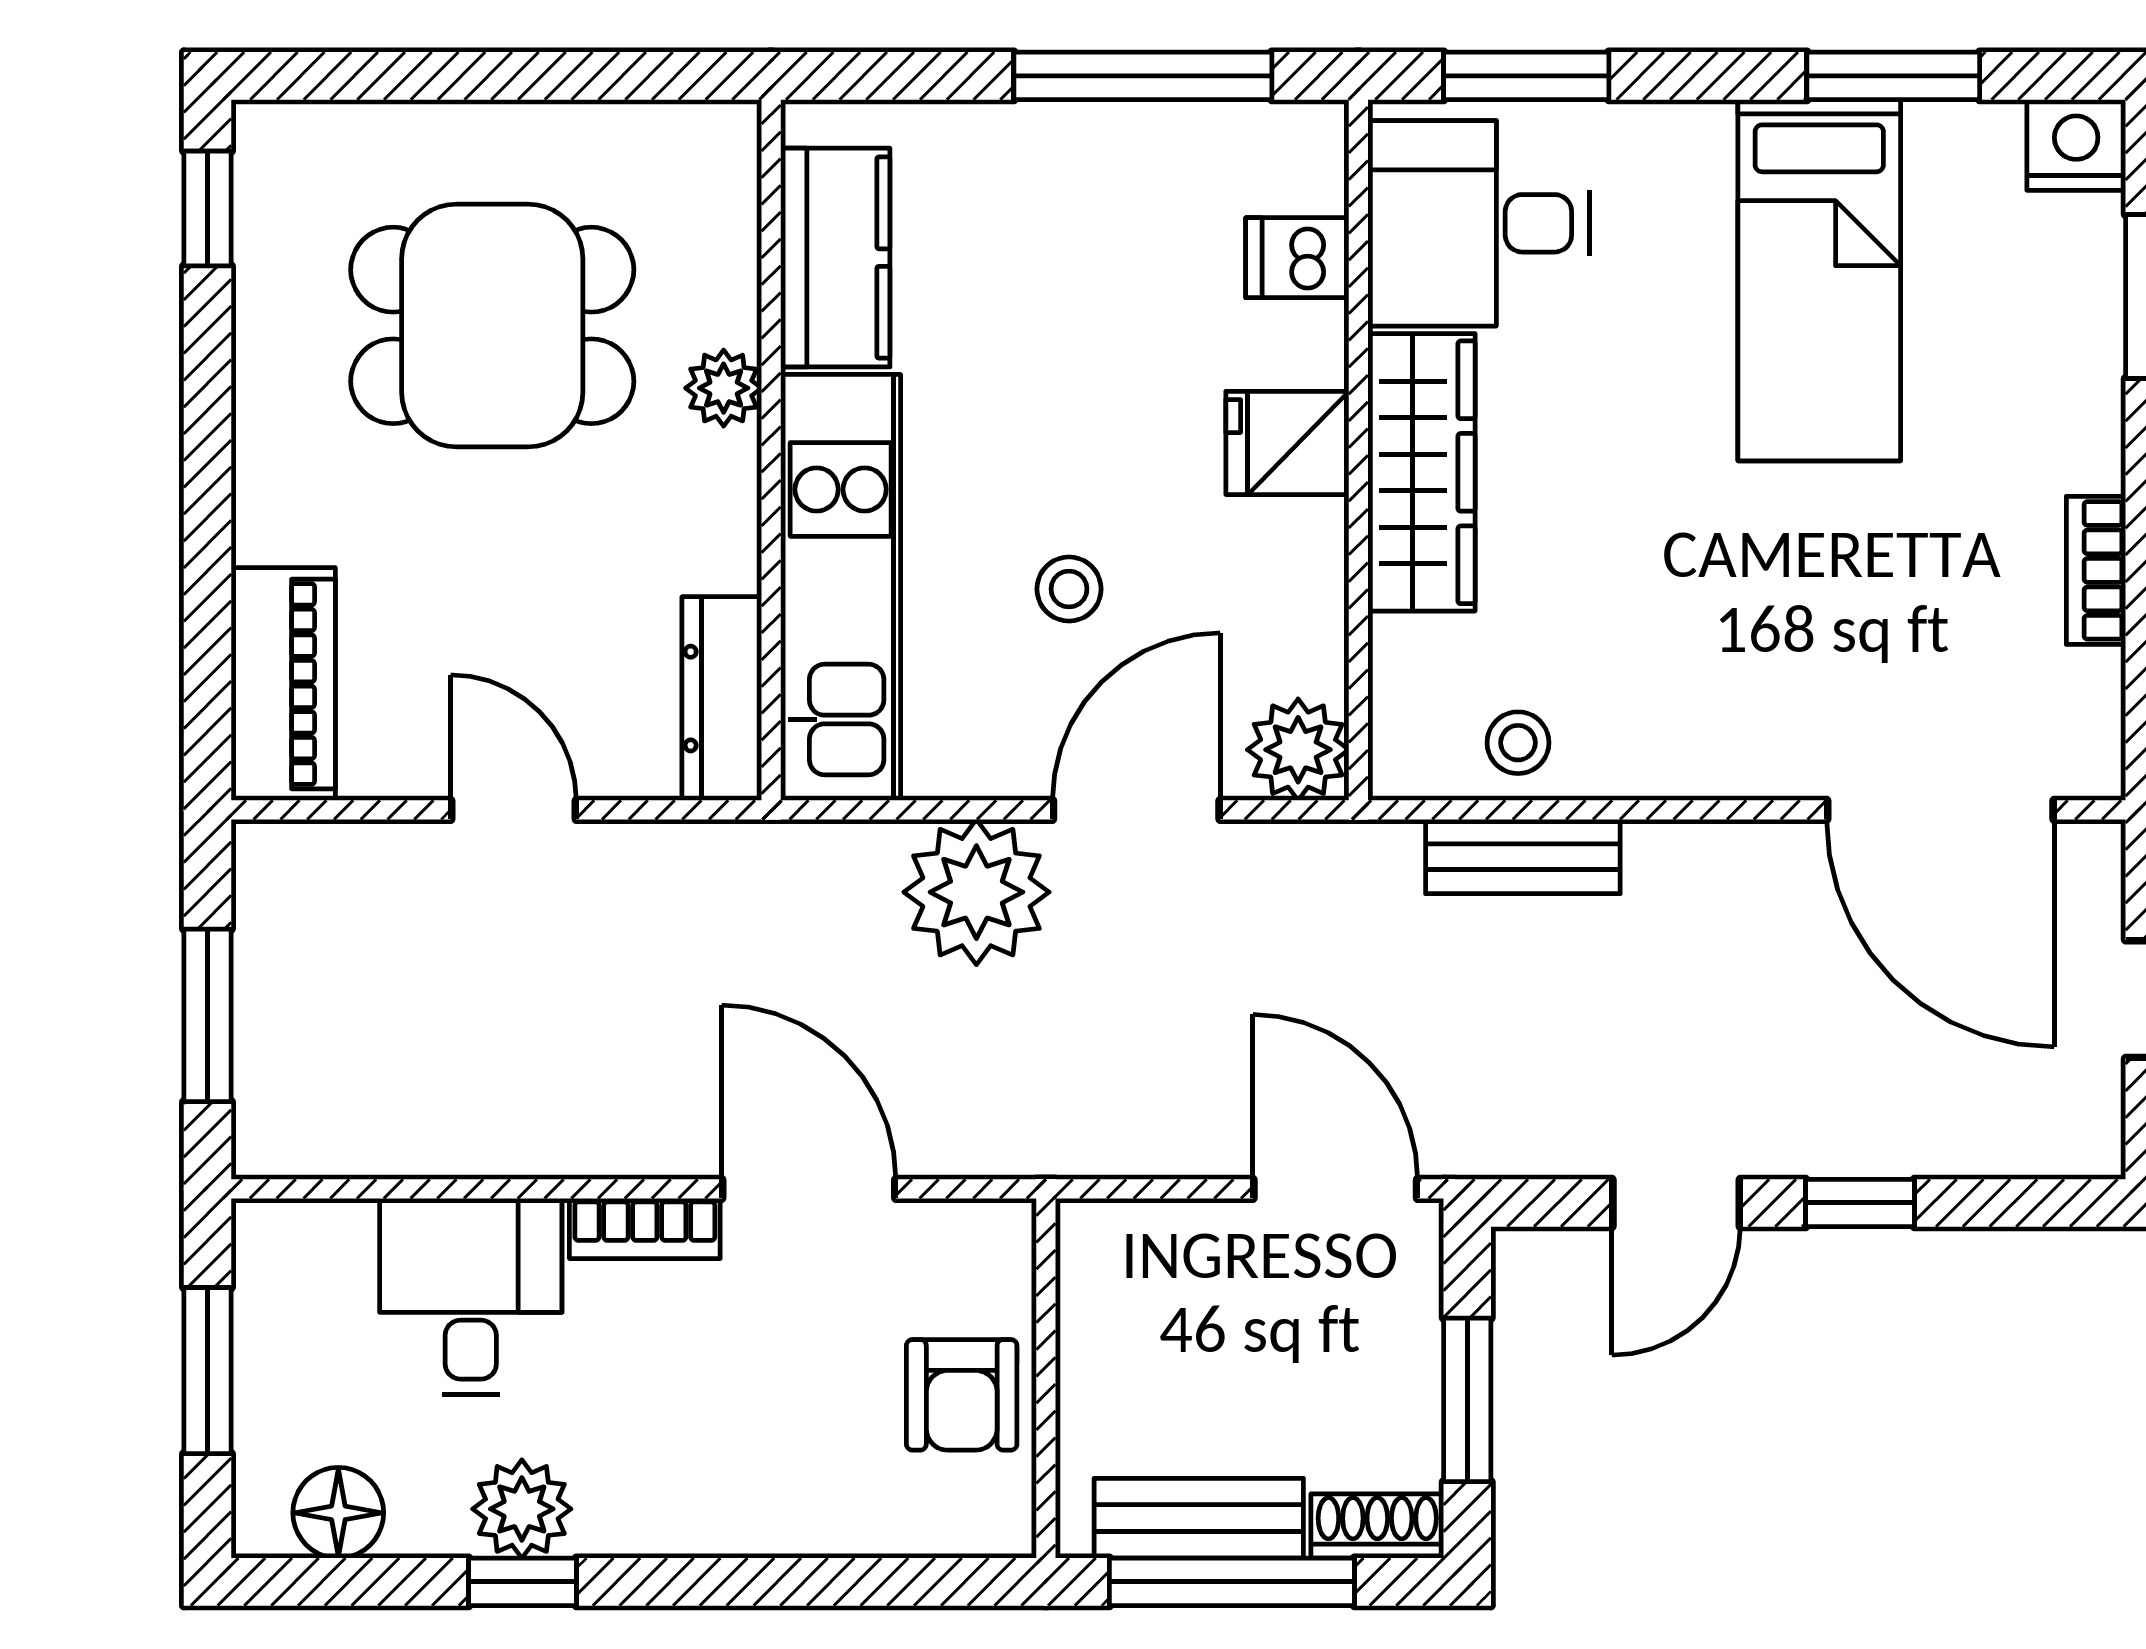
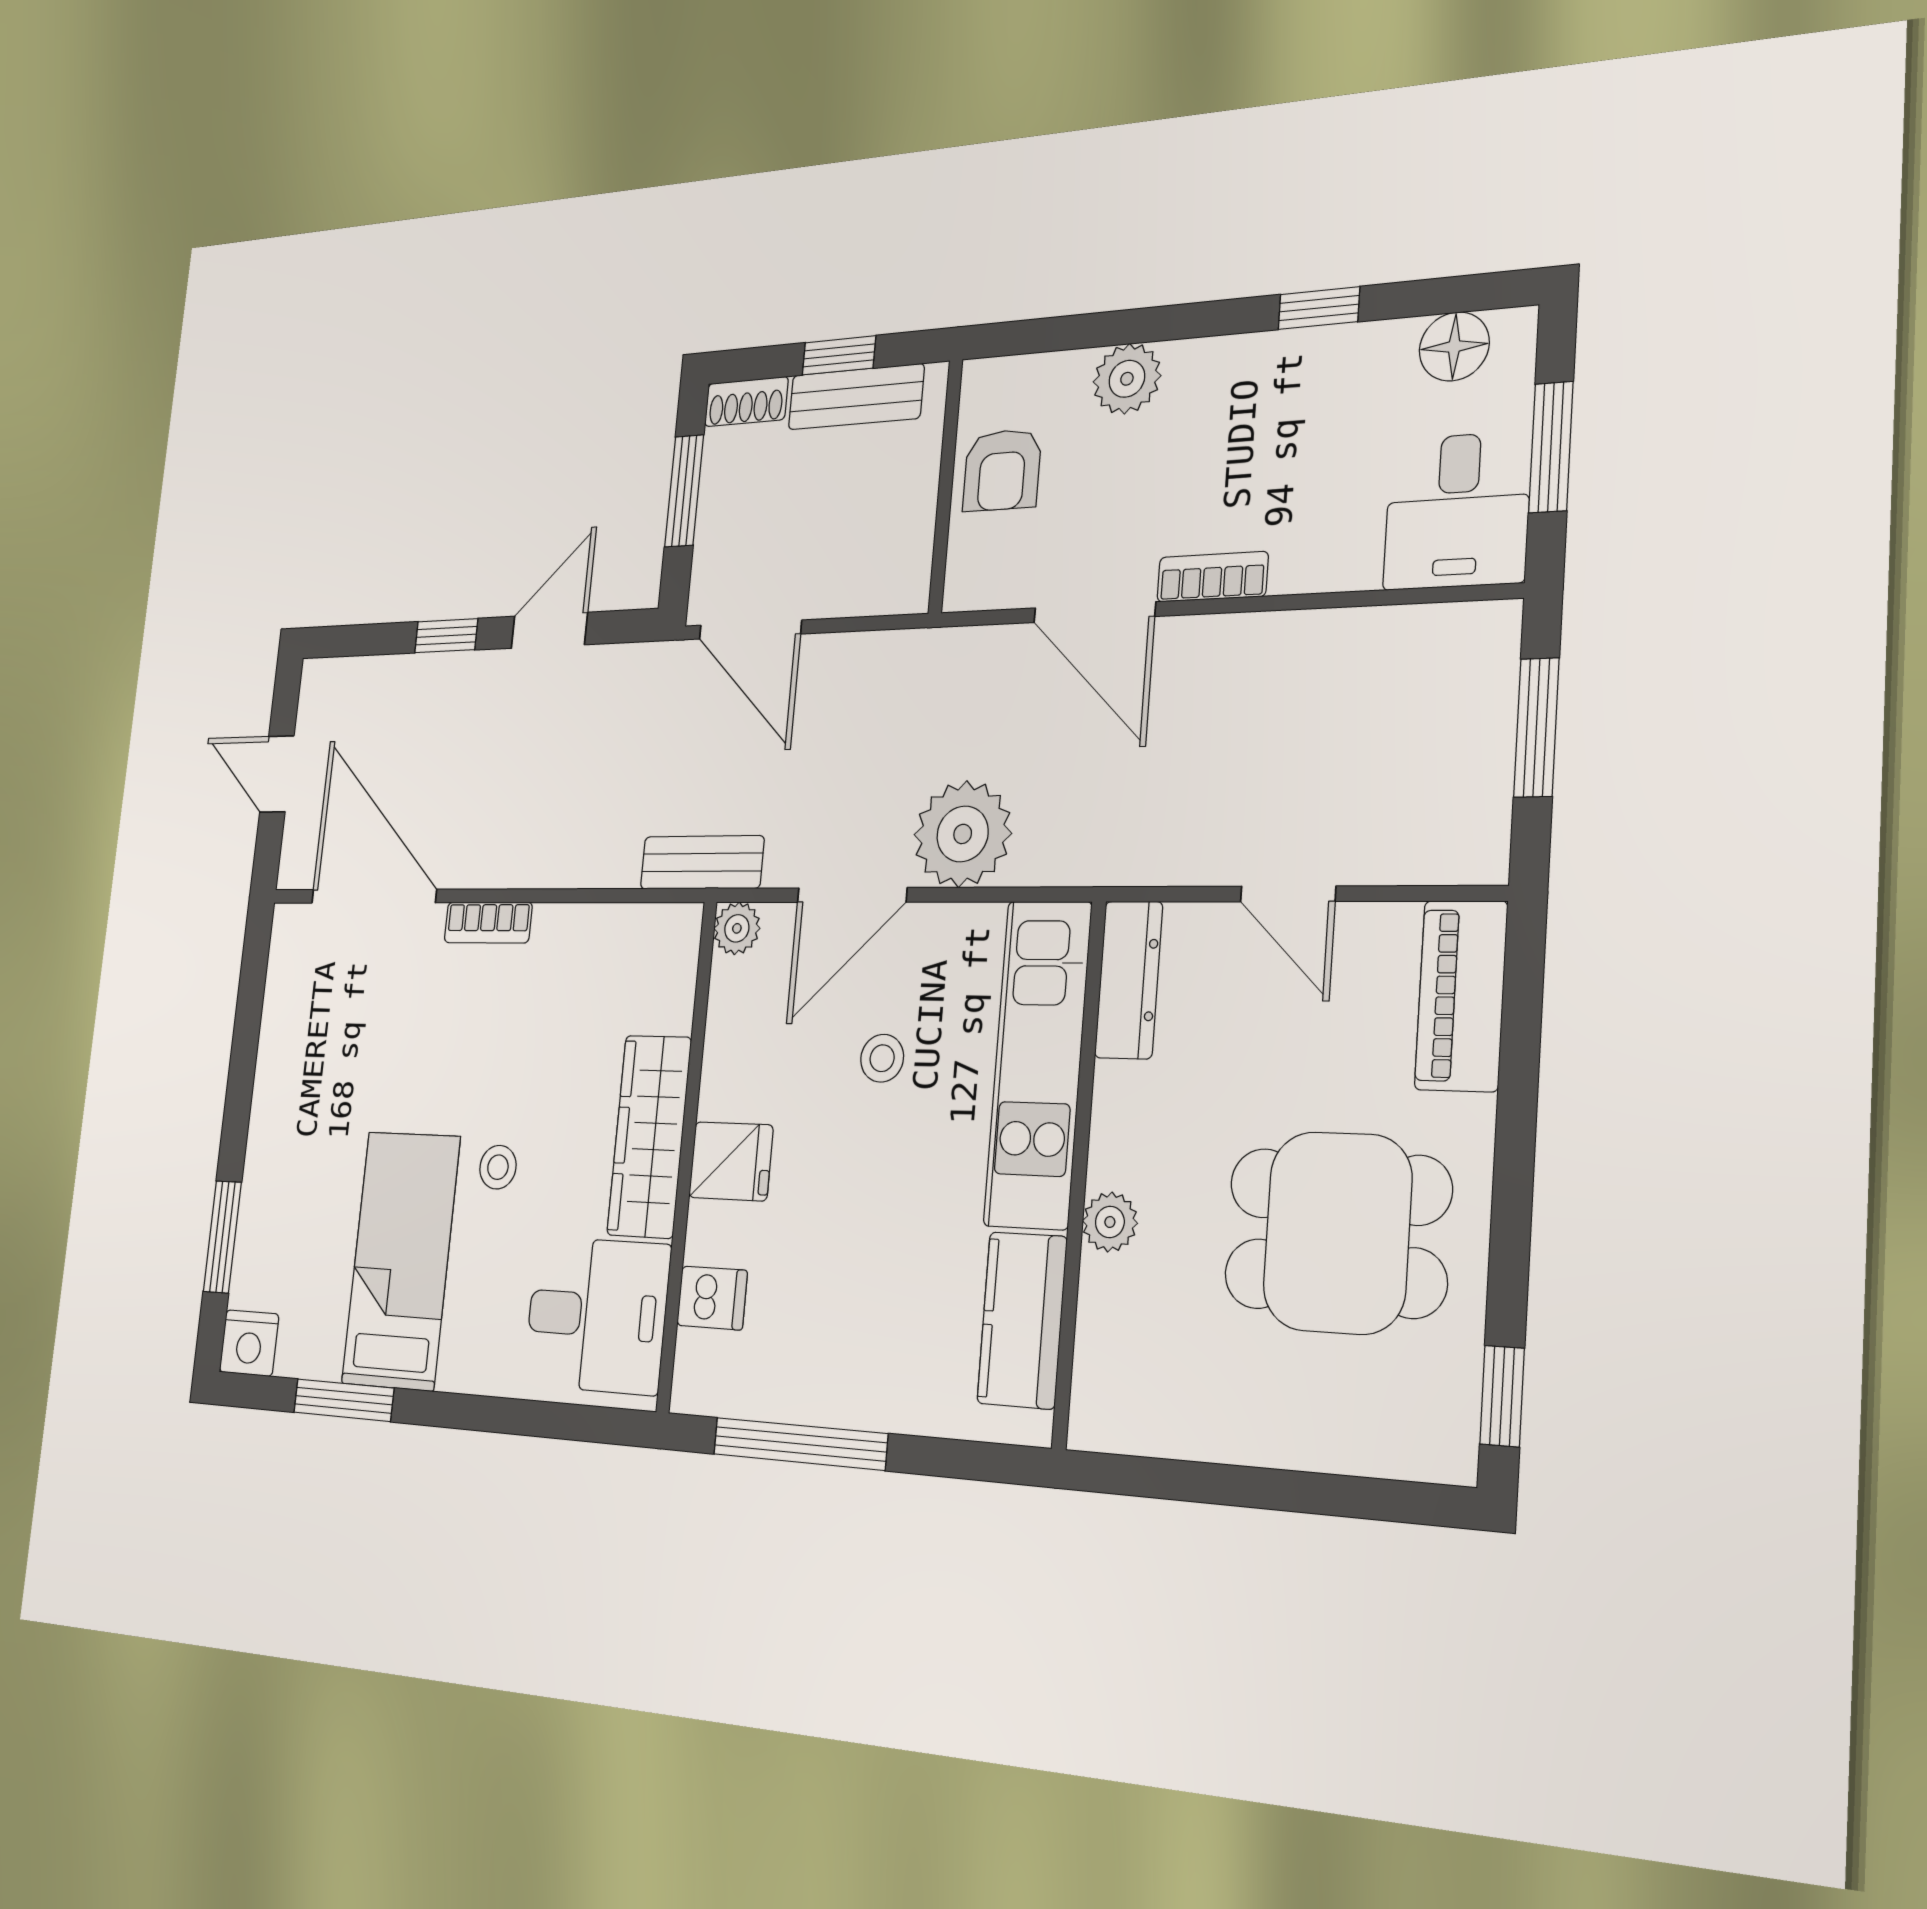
window: (1526, 76) -> (557, 1421), removed
dining table: (492, 325) -> (1337, 1232), moved
bookcase: (2096, 570) -> (488, 923), moved, turned 90
stool: (1518, 743) -> (498, 1167), moved
plant: (1298, 750) -> (737, 928), width x0.73, depth x0.73
bench: (1523, 857) -> (702, 862), moved
desk: (471, 1297) -> (1457, 511), moved
armchair: (962, 1395) -> (1002, 470), turned 180
plant: (522, 1509) -> (1127, 379), moved
window: (1232, 1582) -> (839, 355), width x0.46

